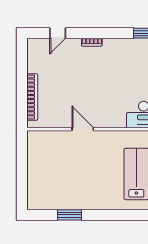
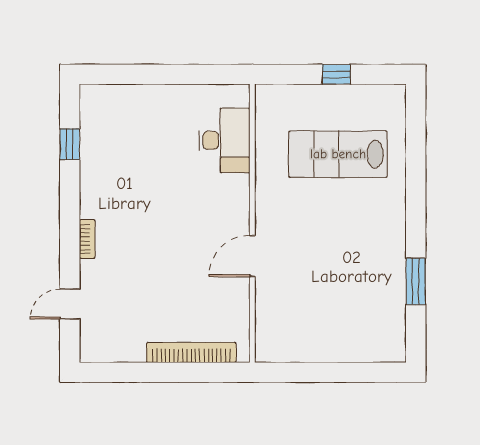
door: (58, 33) -> (70, 304), swing flipped

